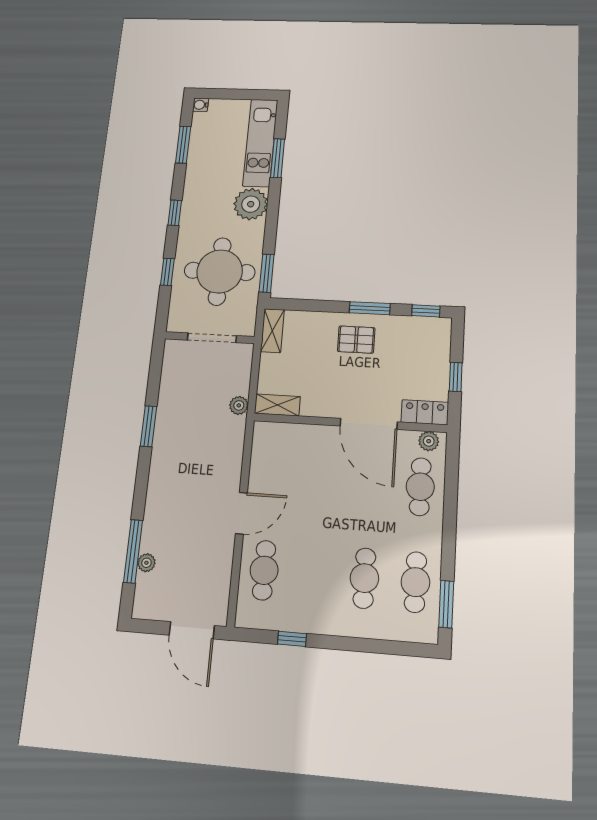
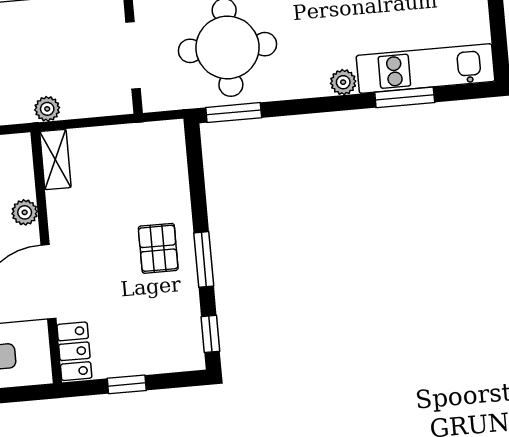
plant: (251, 204) -> (343, 82), width x0.53, depth x0.53
shelving: (272, 331) -> (155, 135), removed
plant: (429, 441) -> (25, 212), moved

